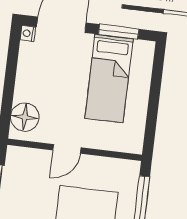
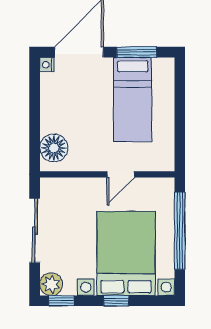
door: (67, 149) -> (121, 174), moved

